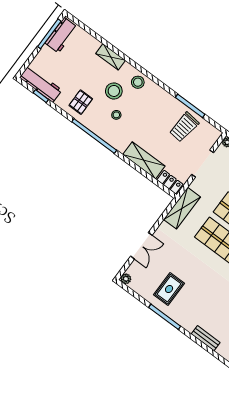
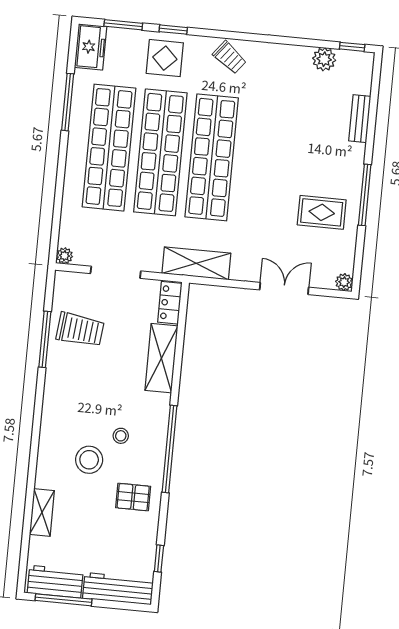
shelving: (111, 57) -> (42, 512), moved
stool: (138, 82) -> (56, 433), removed
workbench: (41, 84) -> (118, 589), moved, turned 90

